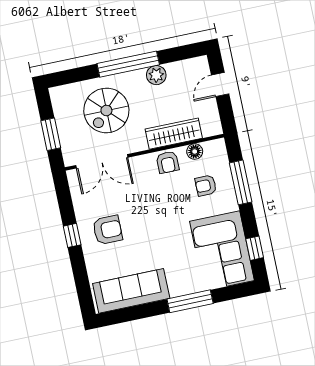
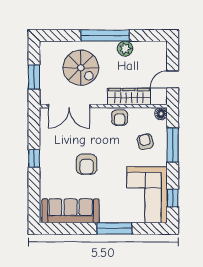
door: (220, 85) -> (173, 79), moved
spiral stairs: (106, 110) -> (81, 68), turned -90
floor lamp: (195, 151) -> (161, 114), moved
armchair: (206, 186) -> (145, 142), turned 77
armchair: (108, 230) -> (87, 164), moved, turned 90

